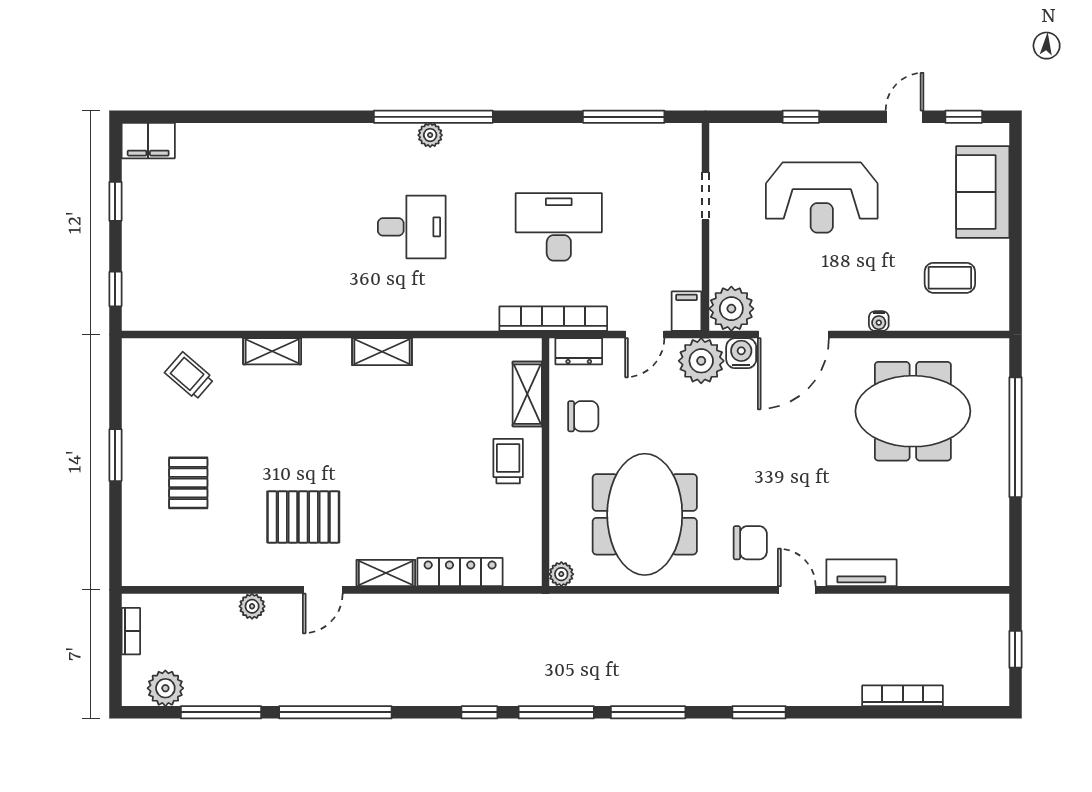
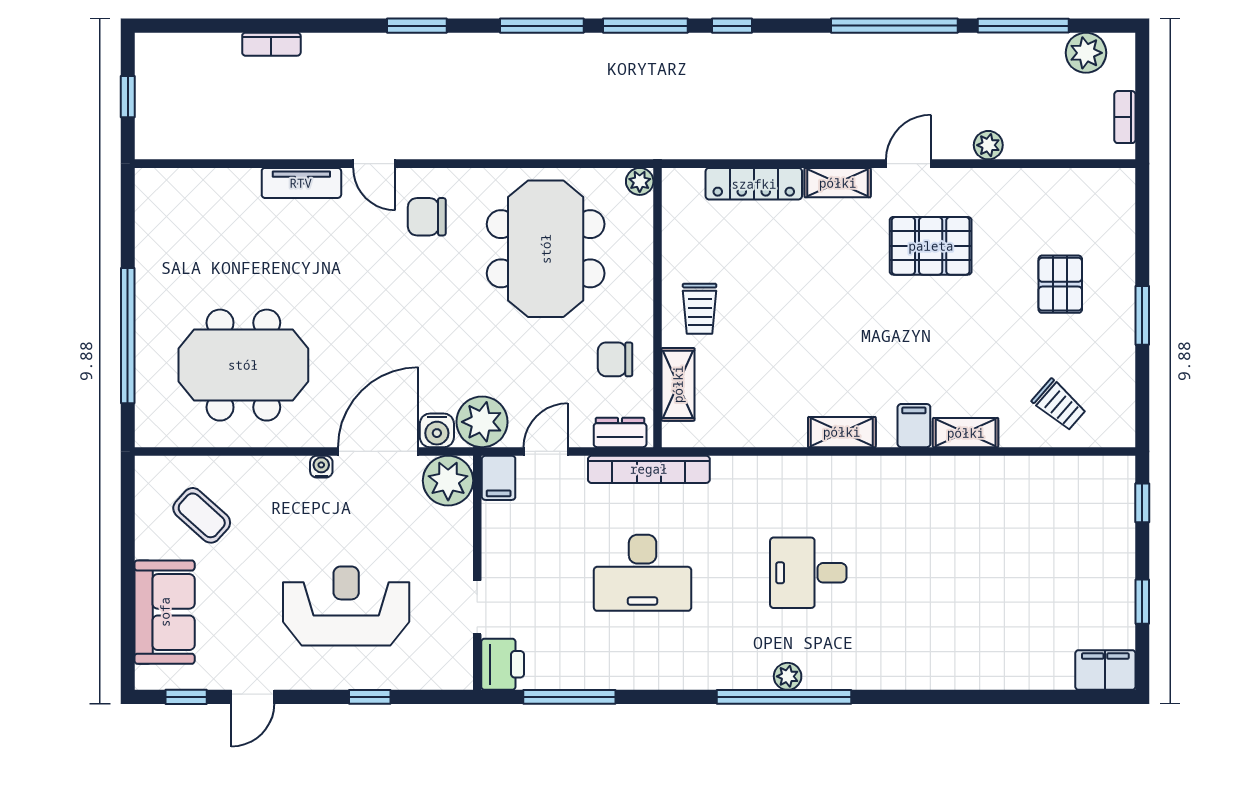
printer: (683, 146) -> (503, 664), added
coffee table: (950, 278) -> (202, 515), turned 42
water cooler: (879, 321) -> (321, 467), moved
filing cabinet: (318, 357) -> (914, 426), added
bookcase: (903, 696) -> (271, 44), width x0.64

